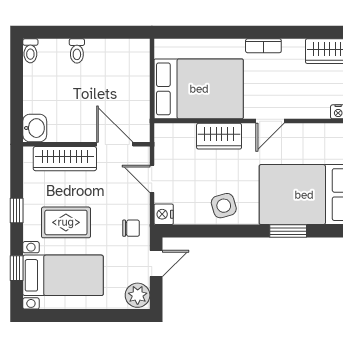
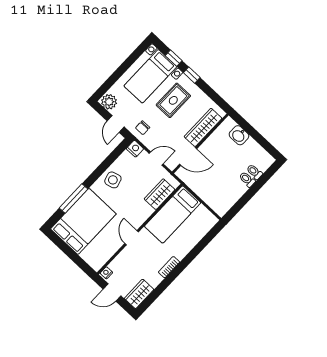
toilet: (30, 51) -> (254, 172), moved
bed: (199, 89) -> (173, 214), width x0.67
washbasin: (35, 128) -> (239, 135), moved
wardrobe: (219, 136) -> (160, 194), moved
window: (17, 210) -> (192, 75), moved
window: (288, 231) -> (73, 198), width x1.44

